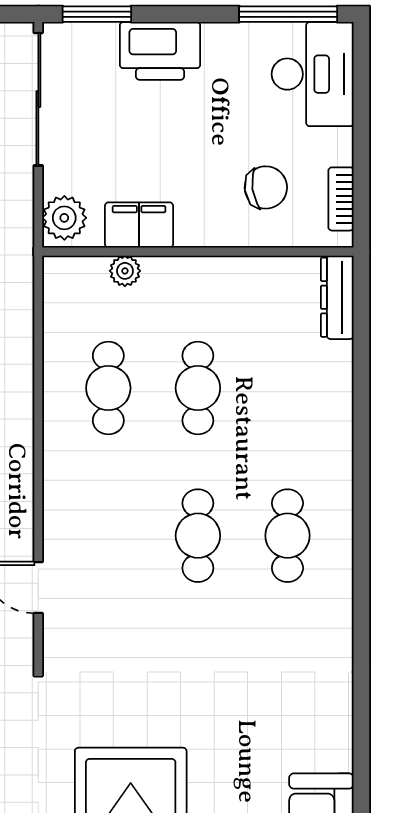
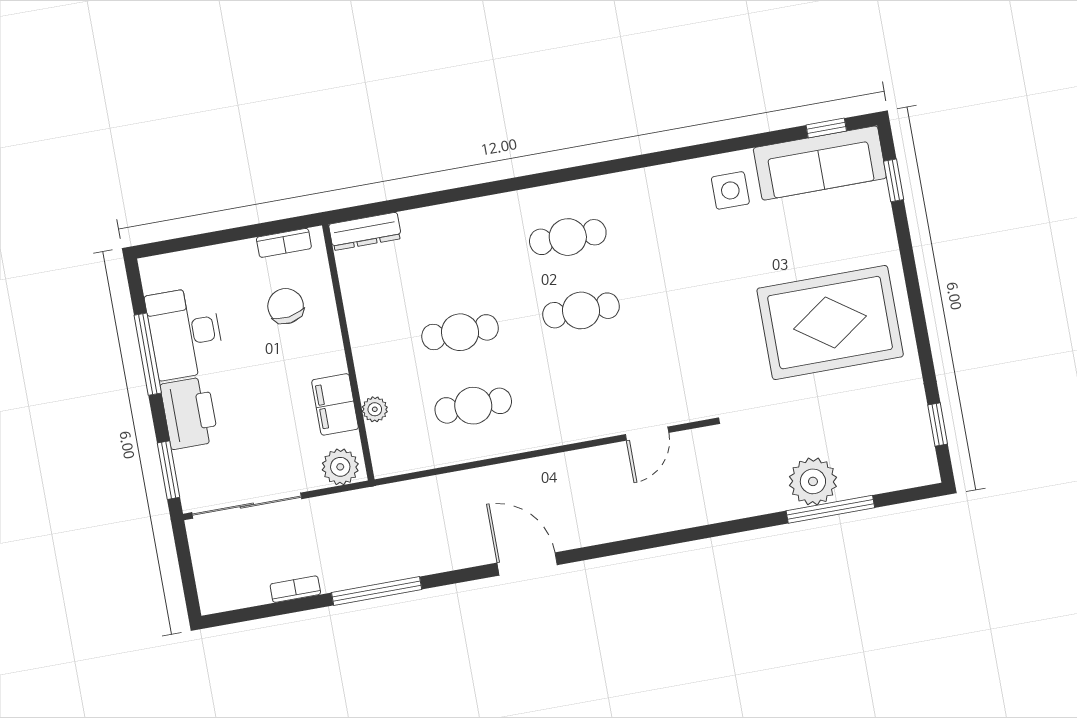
window: (288, 14) -> (148, 354), moved
desk: (313, 74) -> (185, 333), moved, turned -90
side table: (308, 738) -> (730, 190), added

